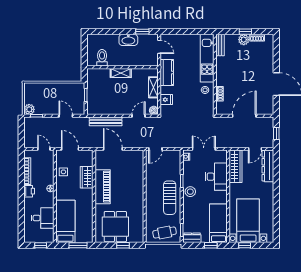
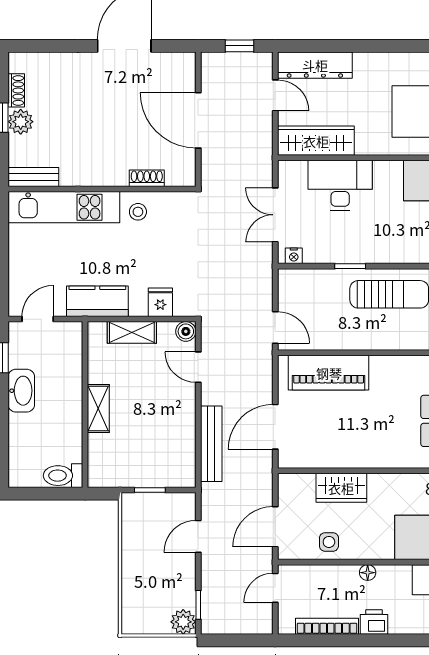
toilet: (102, 58) -> (63, 476), moved
piano: (103, 187) -> (329, 373), moved, turned 180
stool: (190, 192) -> (375, 246), removed

